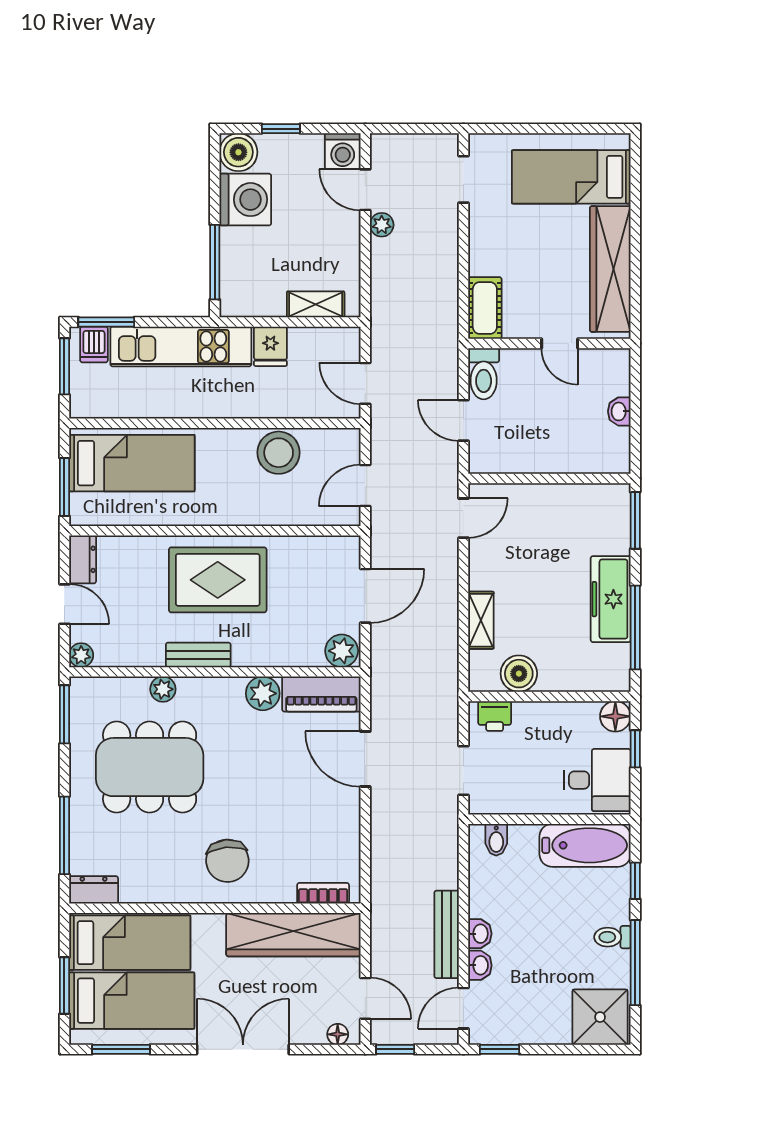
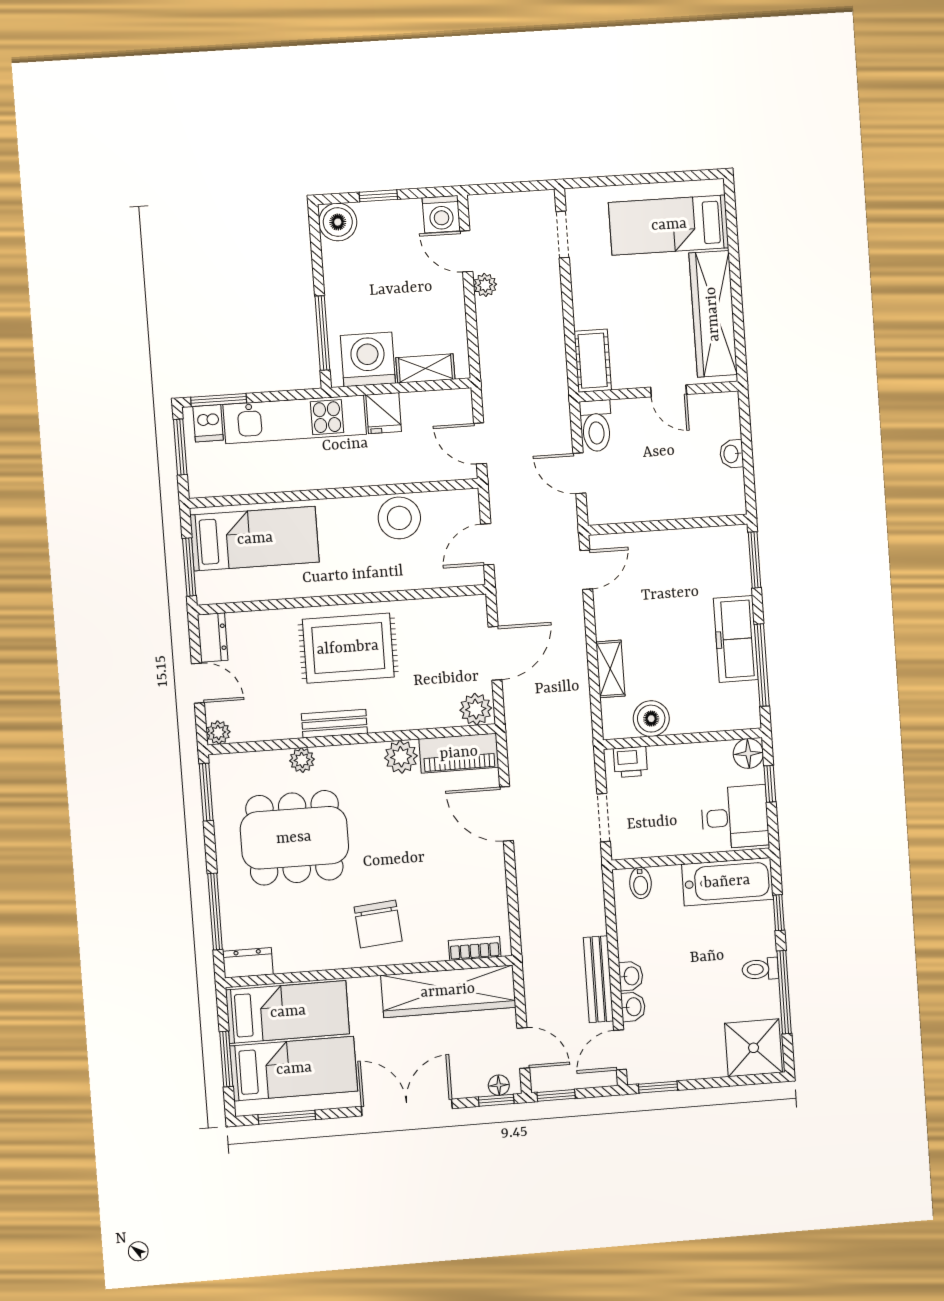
washing machine: (245, 200) -> (368, 359), moved, turned -90
window: (334, 1049) -> (496, 1100), added

